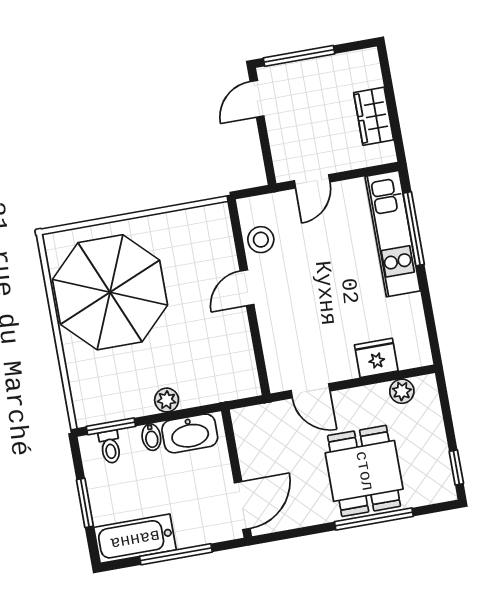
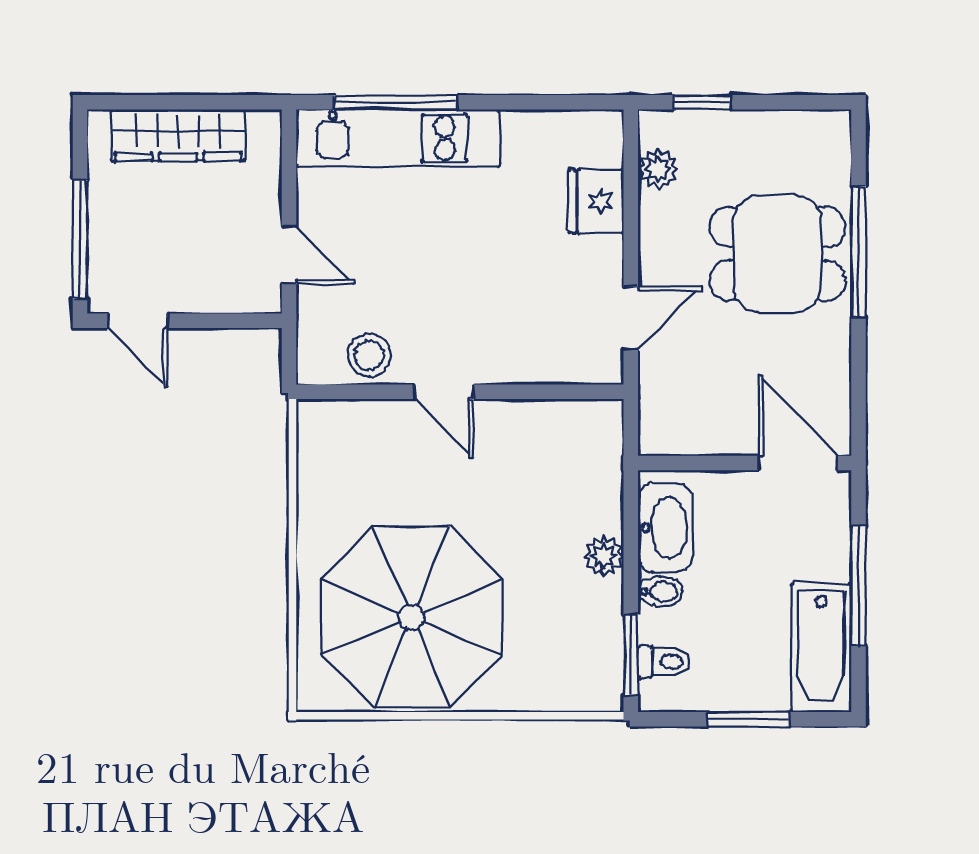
wardrobe: (374, 116) -> (178, 135), width x1.50
window: (456, 467) -> (702, 102), moved

